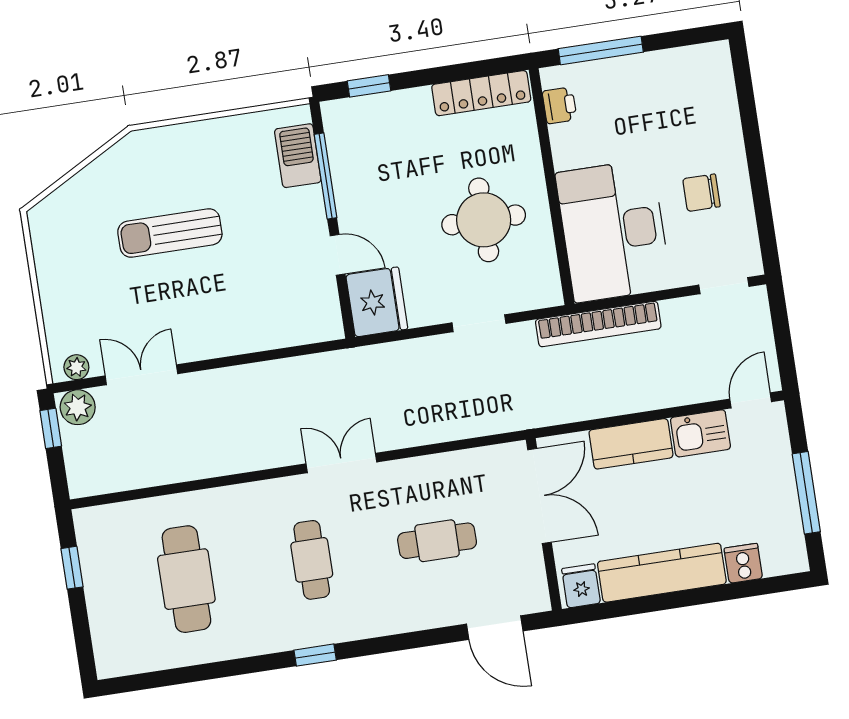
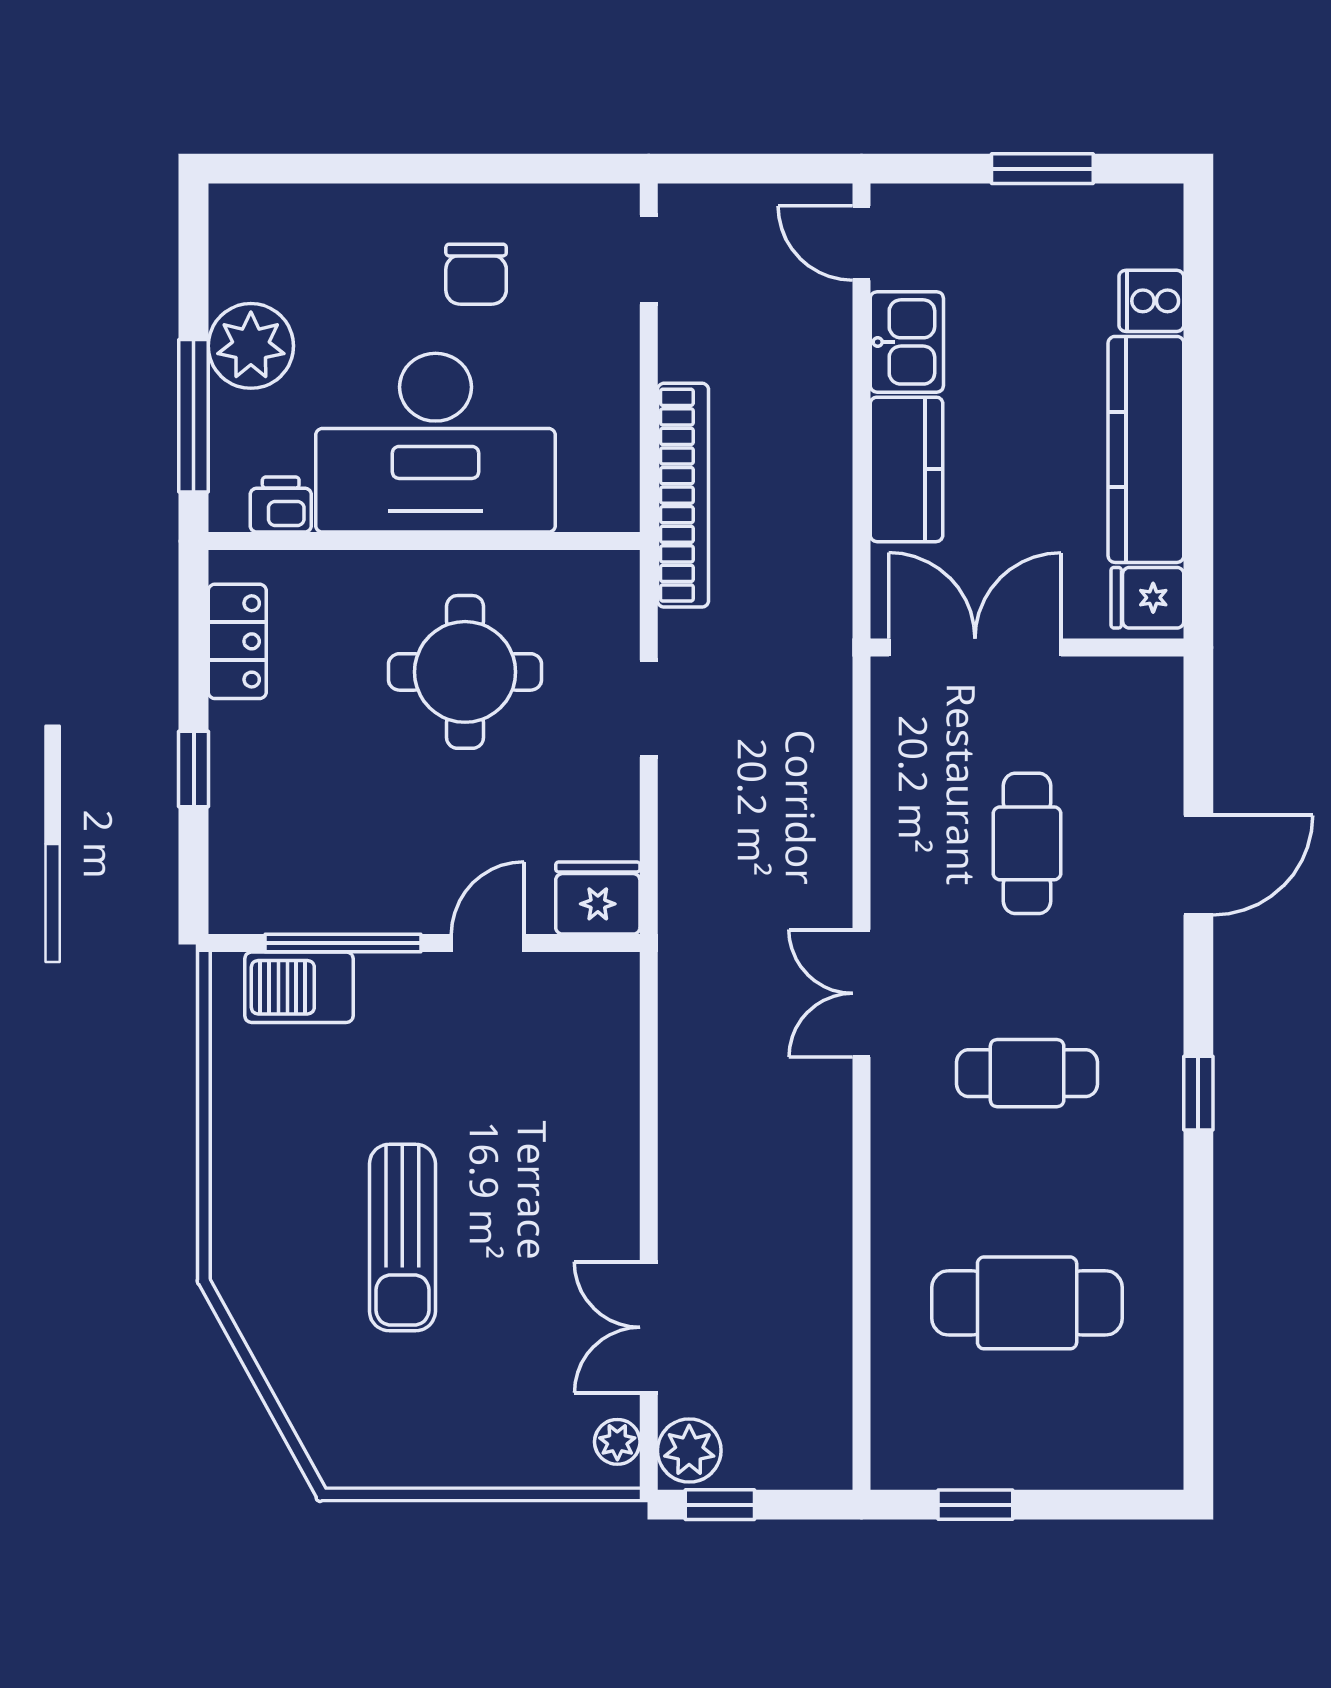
plant: (644, 76) -> (251, 346), added
window: (369, 86) -> (194, 769), moved
locker: (481, 93) -> (237, 641), width x0.66
desk: (613, 231) -> (436, 443), moved
fridge: (377, 302) -> (598, 898), width x0.73, depth x0.75
window: (806, 493) -> (1042, 169), width x0.69
door: (495, 628) -> (1198, 865), moved

